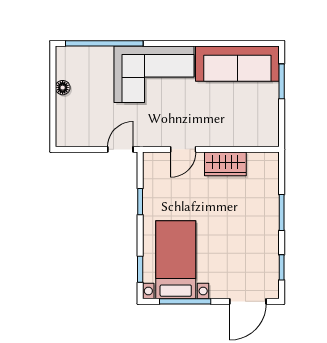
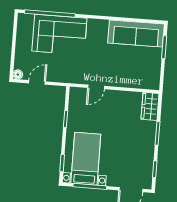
corner sofa: (154, 74) -> (59, 35), moved
floor lamp: (63, 88) -> (18, 74), moved
door: (120, 149) -> (37, 82), moved
wardrobe: (225, 164) -> (150, 106), moved, turned 90

